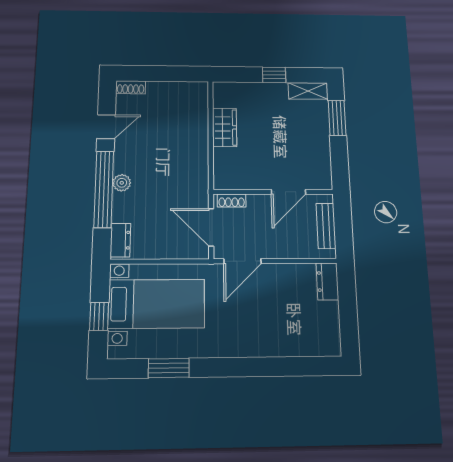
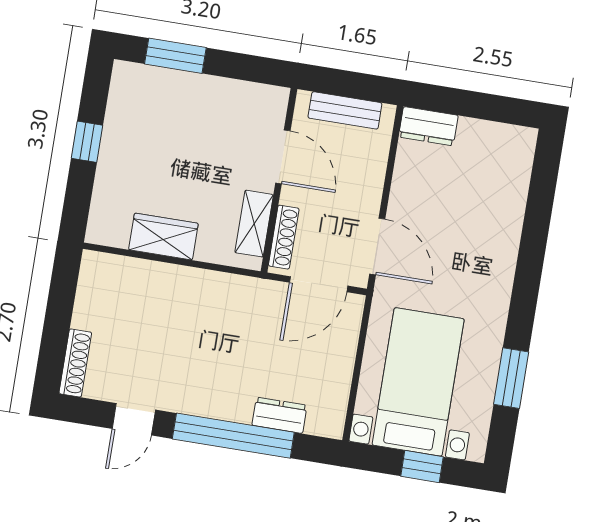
shoe rack: (131, 87) -> (75, 363), width x1.43
shelving: (308, 91) -> (254, 224), moved
door: (106, 127) -> (134, 419), swing flipped
plant: (122, 183) -> (228, 407), removed
shoe rack: (232, 200) -> (284, 237), width x1.43
dresser: (120, 240) -> (279, 415), moved

